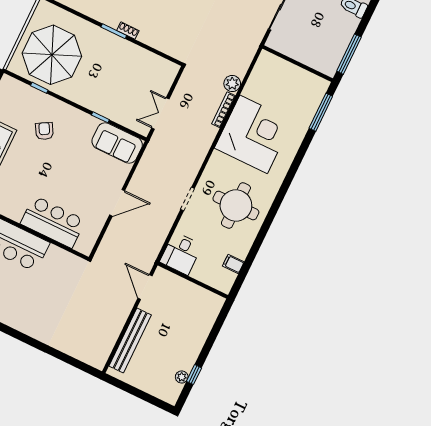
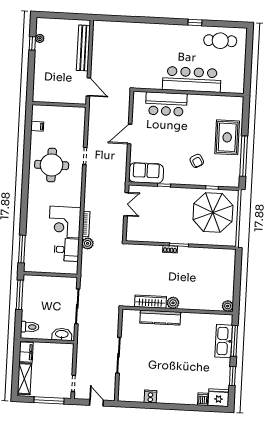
corner desk: (254, 134) -> (65, 222), width x0.74, depth x0.74
desk: (181, 253) -> (67, 250), moved, turned 90

